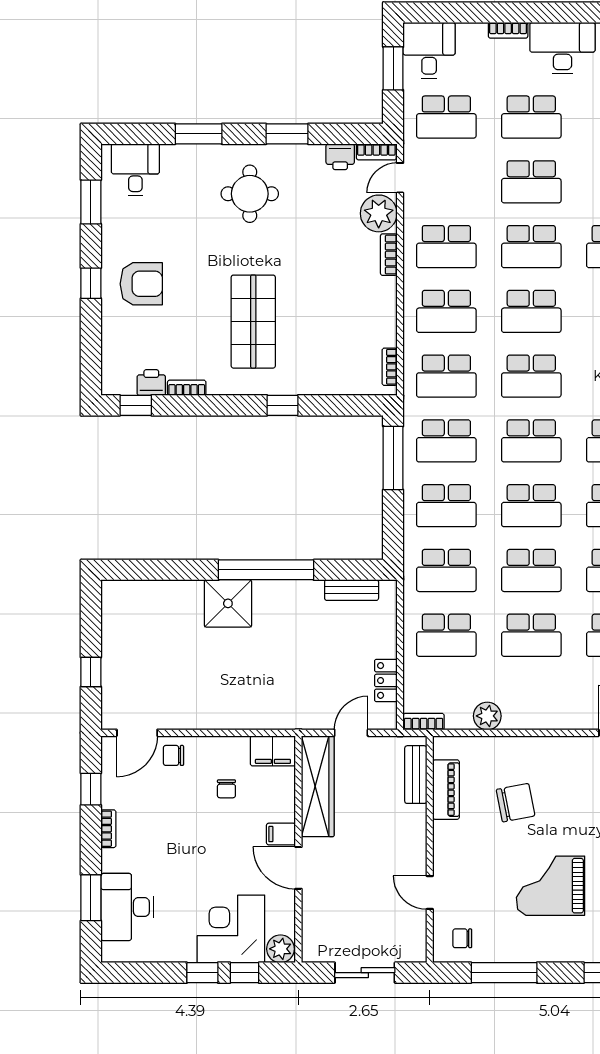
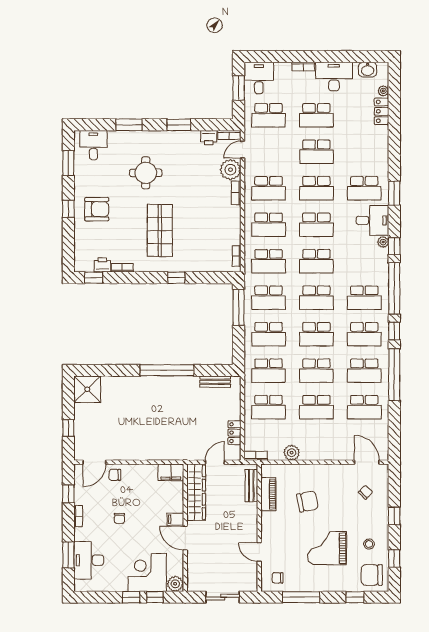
round table: (250, 194) -> (146, 173), moved
shower: (228, 603) -> (87, 389), moved
chair: (226, 789) -> (119, 518), moved

